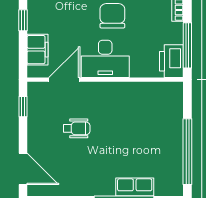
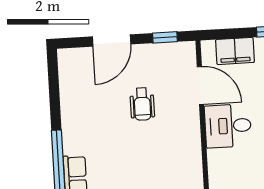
desk: (105, 59) -> (228, 126), width x0.73
door: (23, 169) -> (112, 40), moved

